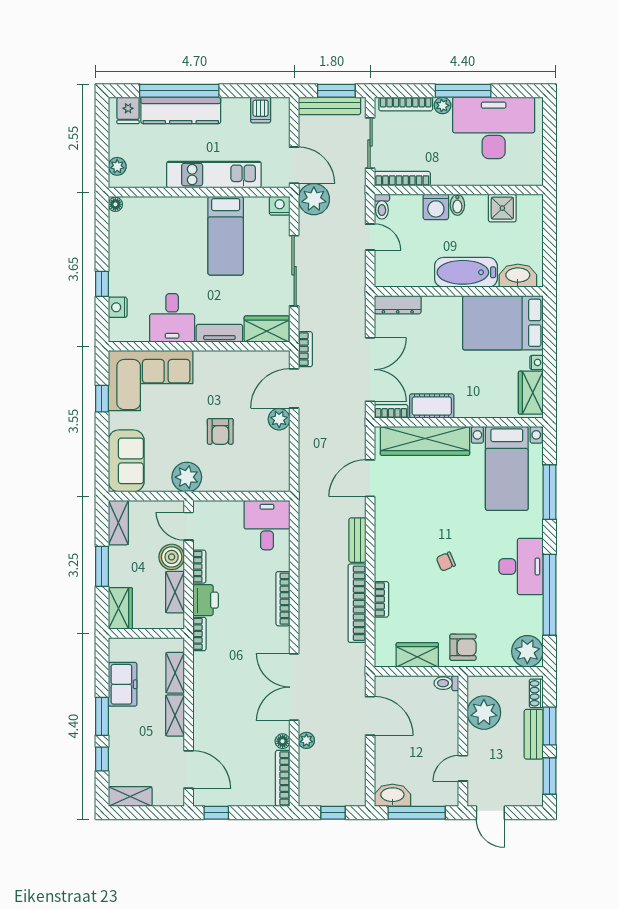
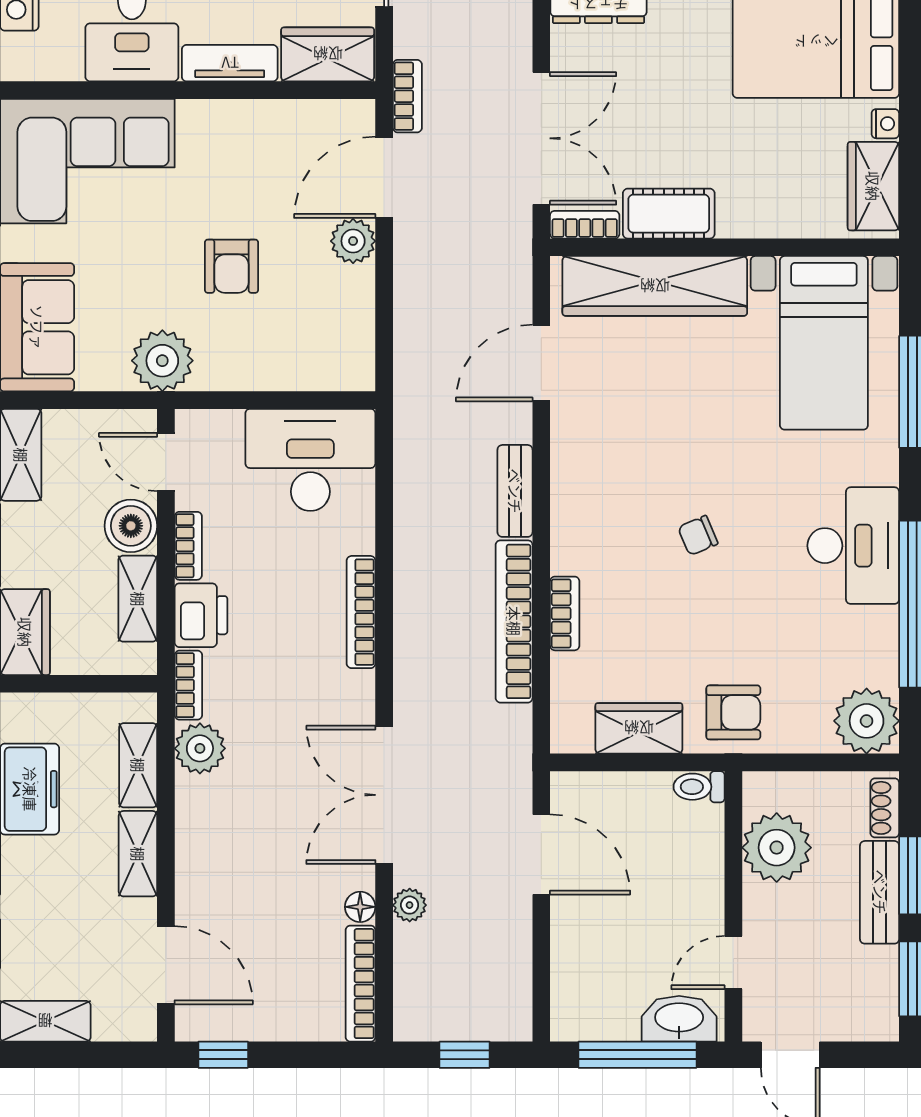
desk: (267, 525) -> (310, 460), width x1.37
plant: (205, 665) -> (200, 748), added
washbasin: (392, 795) -> (679, 1019), moved

